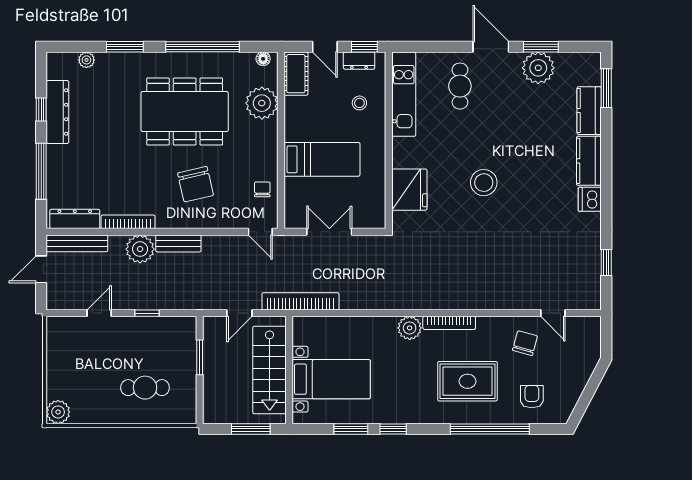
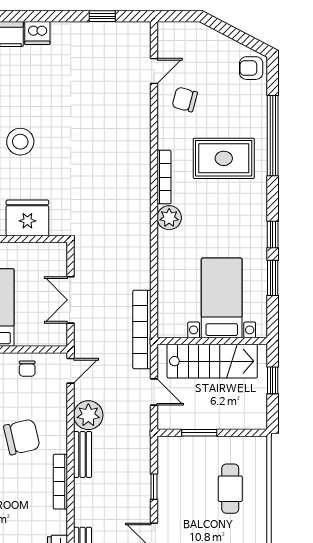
chair: (262, 189) -> (27, 369), turned -90
bookcase: (128, 222) -> (60, 482), moved
plant: (140, 249) -> (88, 415), moved
rug: (467, 381) -> (224, 158), turned 90
armchair: (532, 397) -> (251, 68), moved
window: (251, 429) -> (273, 380), width x0.67

